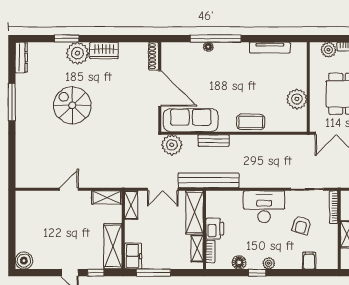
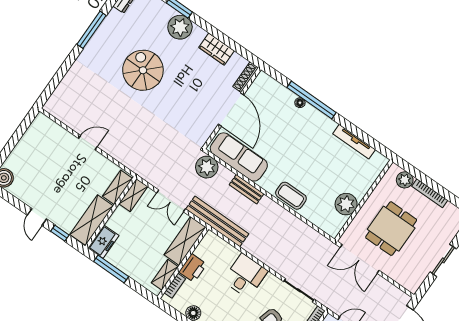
wardrobe: (104, 50) -> (216, 49), moved
shelving: (107, 197) -> (118, 187), moved, turned 90
desk: (264, 207) -> (245, 276), width x0.73

